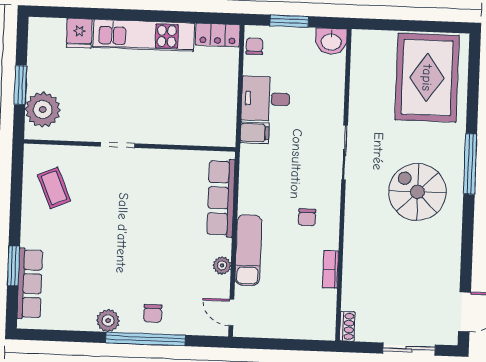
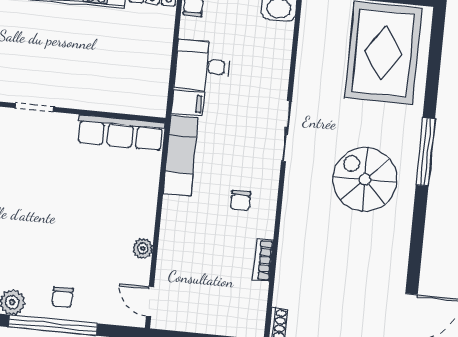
row of seats: (221, 198) -> (120, 133), moved, turned -90
exam couch: (248, 250) -> (181, 156), moved

